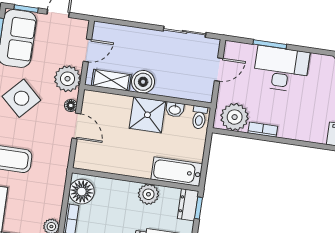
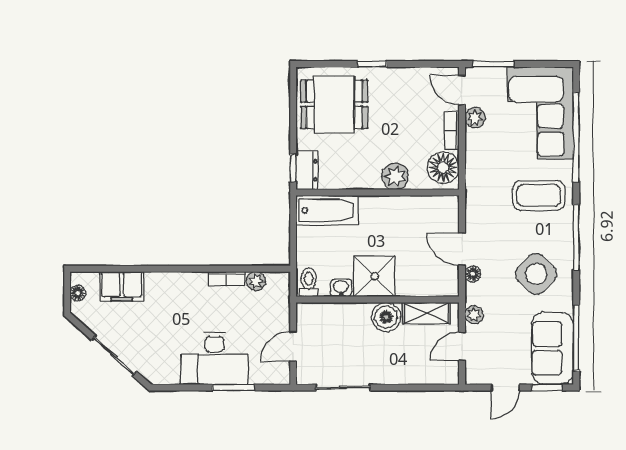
plant: (67, 79) -> (474, 315), width x0.53, depth x0.53
plant: (235, 117) -> (256, 281), width x0.53, depth x0.53
plant: (148, 194) -> (395, 176), moved

